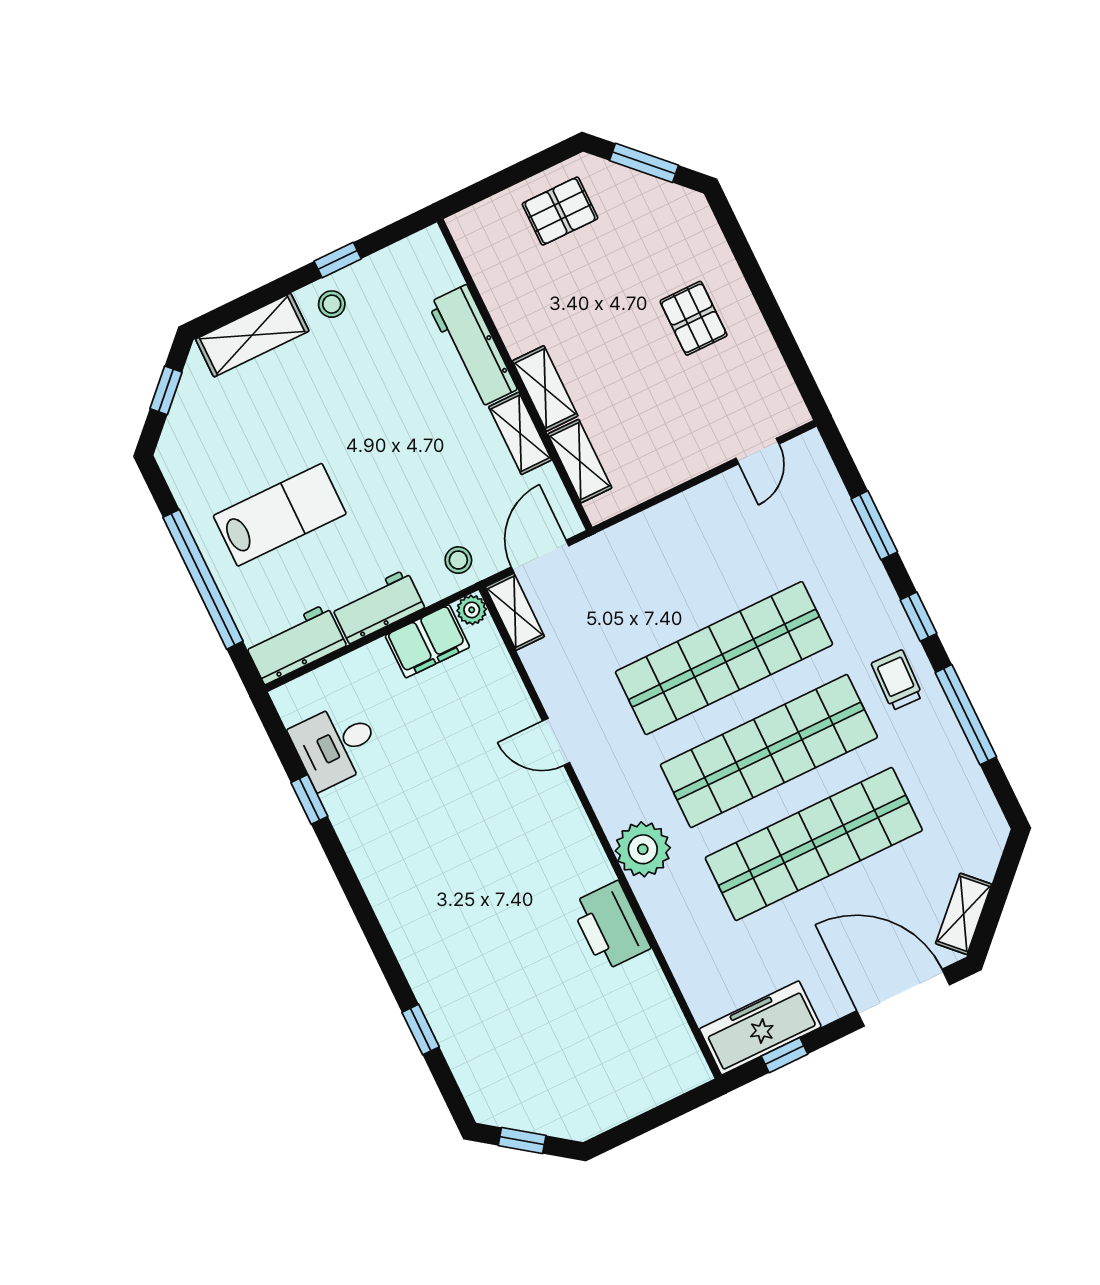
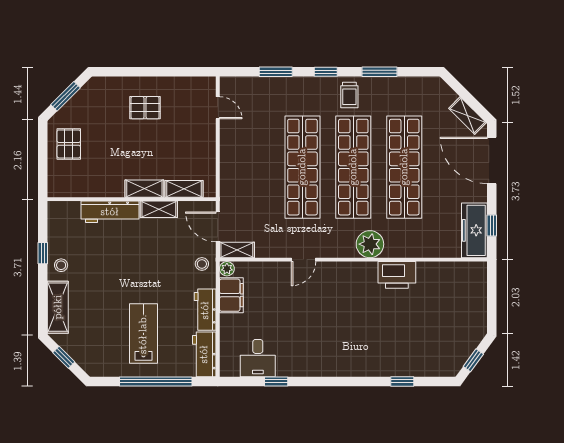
trolley: (897, 680) -> (349, 95), turned -92
window: (966, 715) -> (379, 72), width x0.69
door: (903, 998) -> (492, 160), hinge flipped

